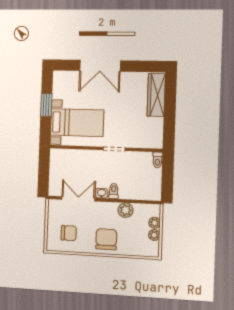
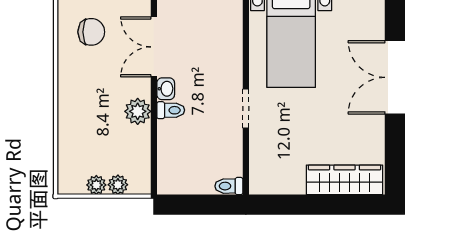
double door: (78, 199) -> (154, 47), swing flipped
plant: (126, 210) -> (138, 111), moved
chair: (69, 233) -> (91, 32), turned -90
chair: (106, 239) -> (84, 100), removed

